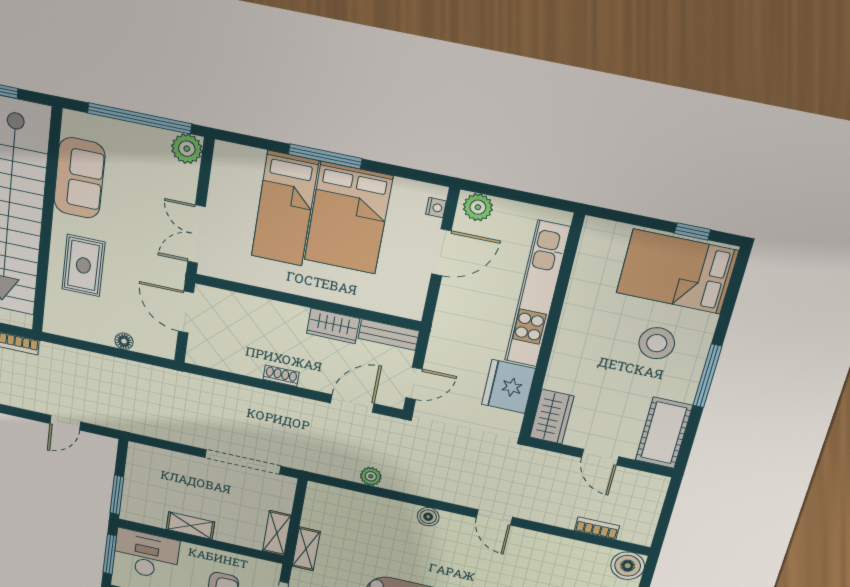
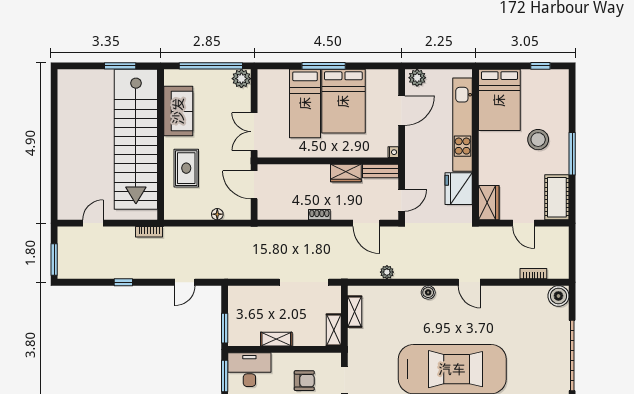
nightstand: (436, 208) -> (393, 152), moved
bed: (677, 272) -> (499, 100), moved, turned -90
door: (352, 403) -> (366, 223), swing flipped
shelving: (306, 549) -> (355, 312), moved

